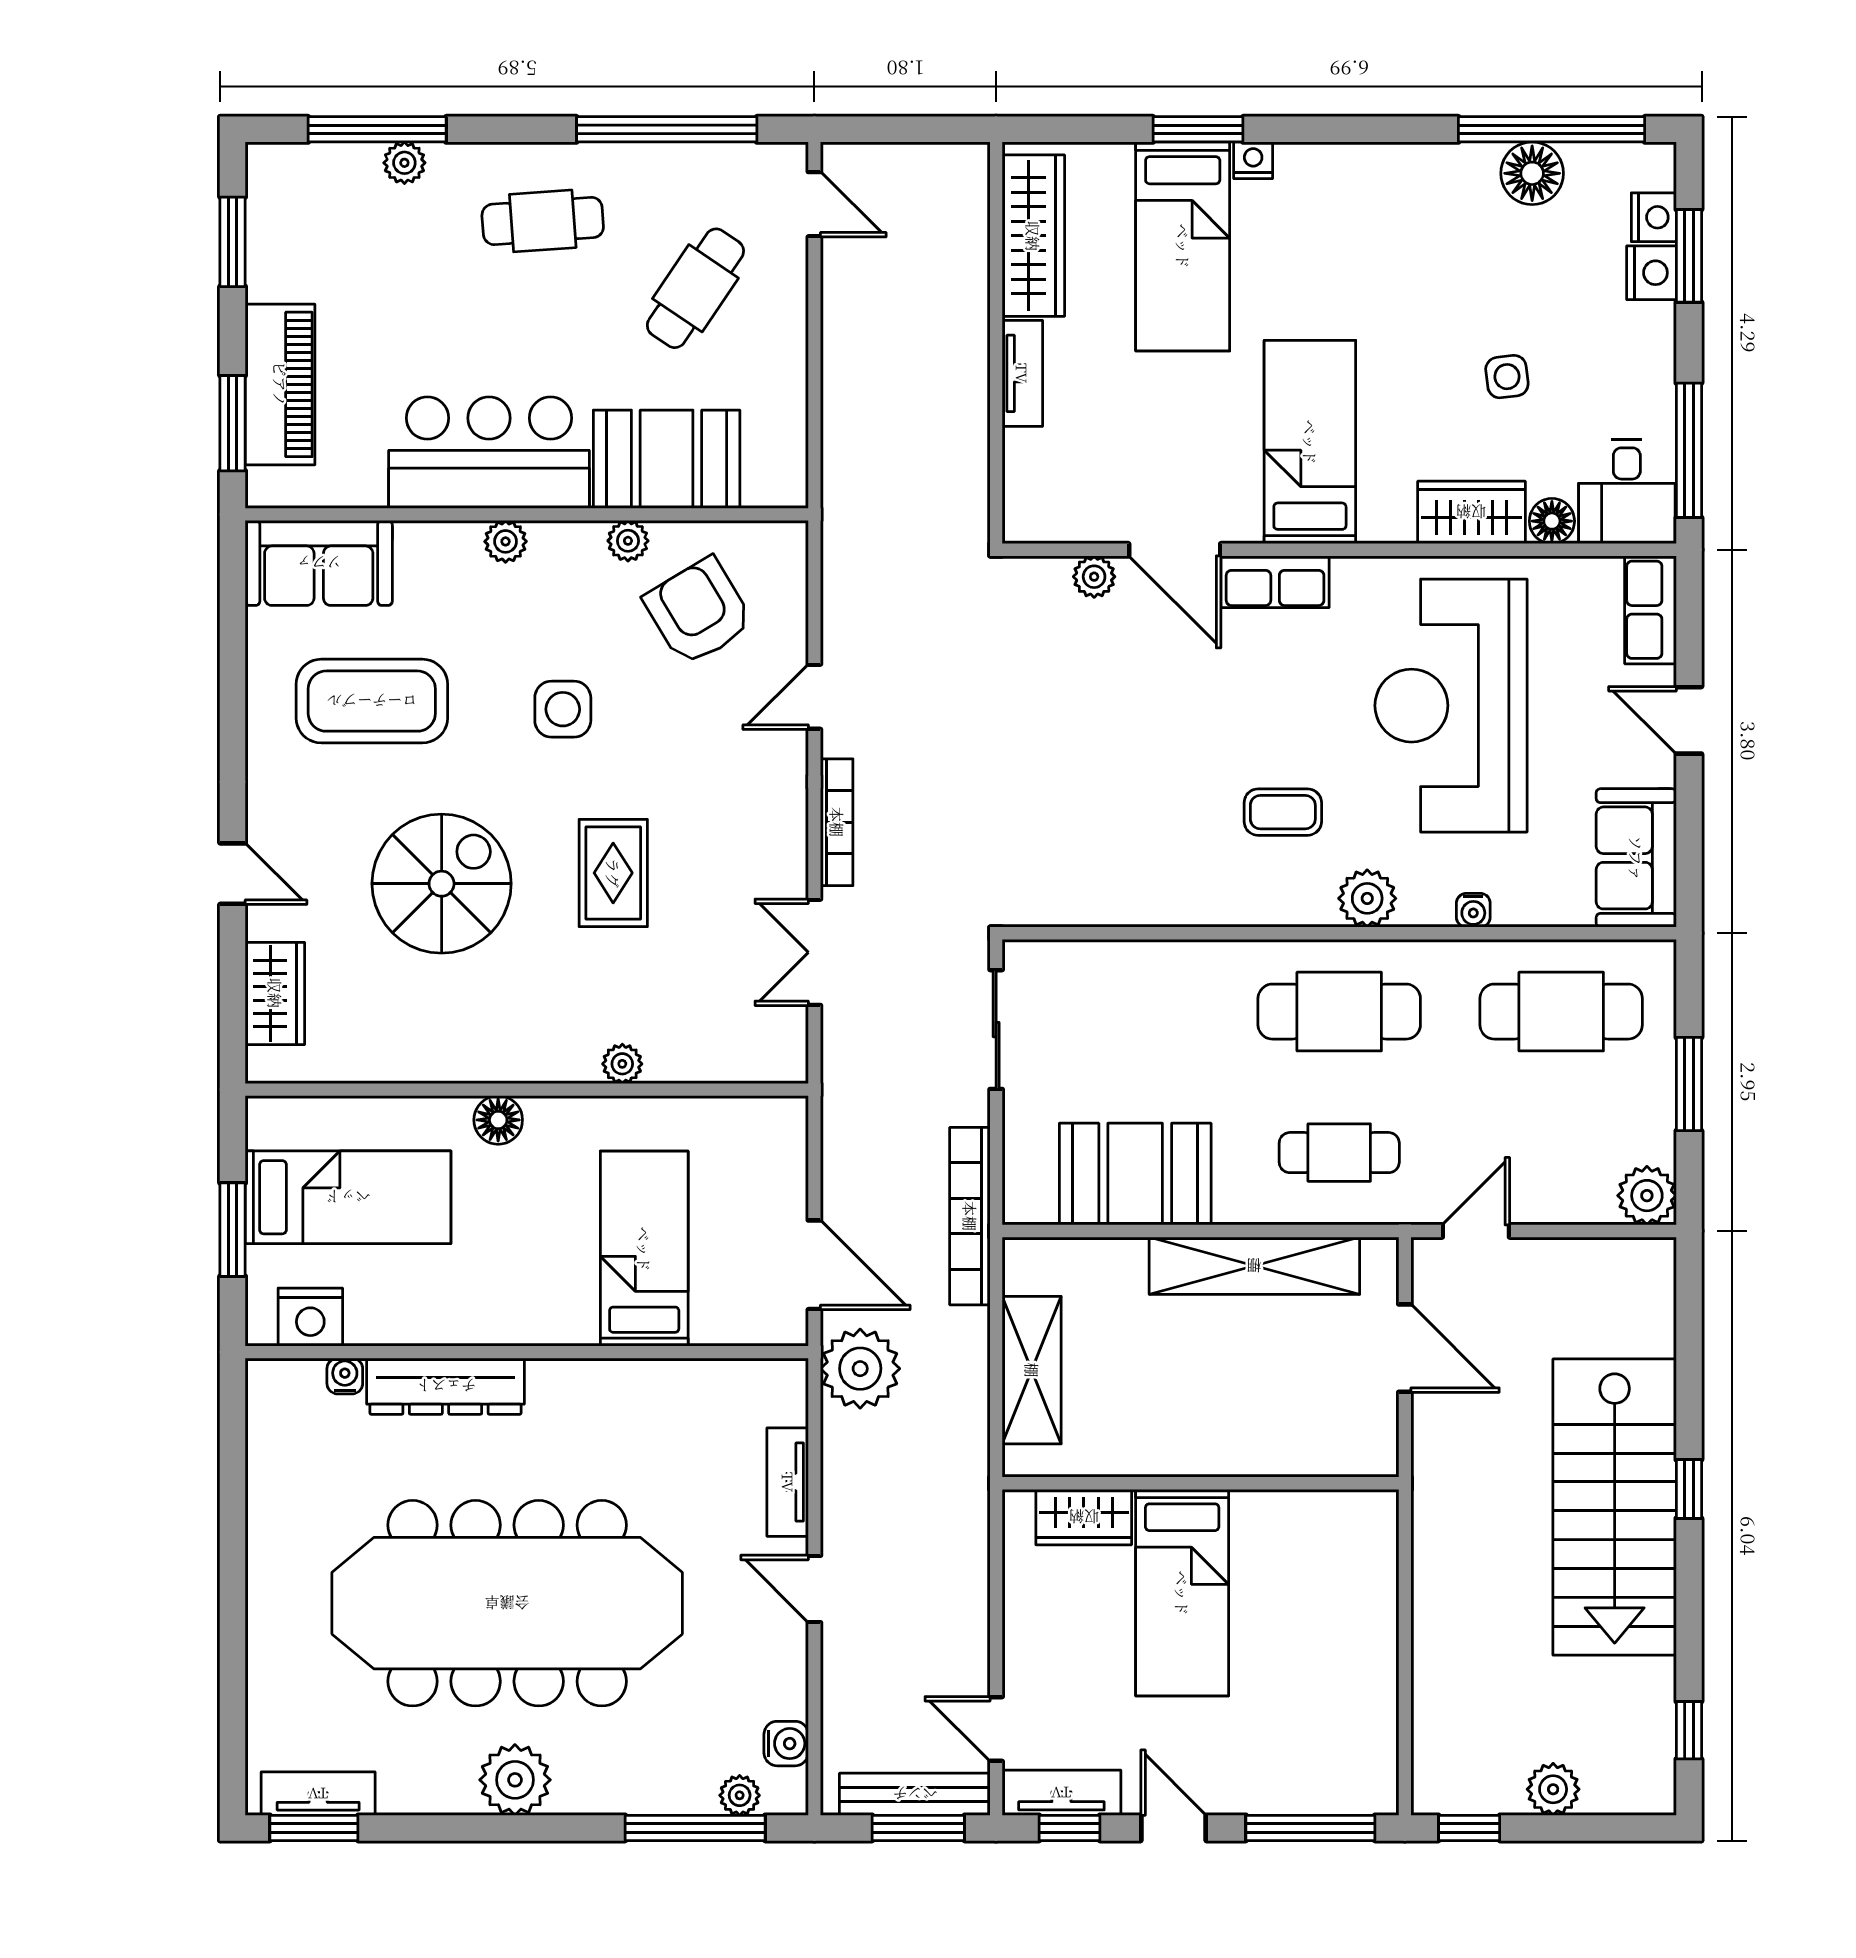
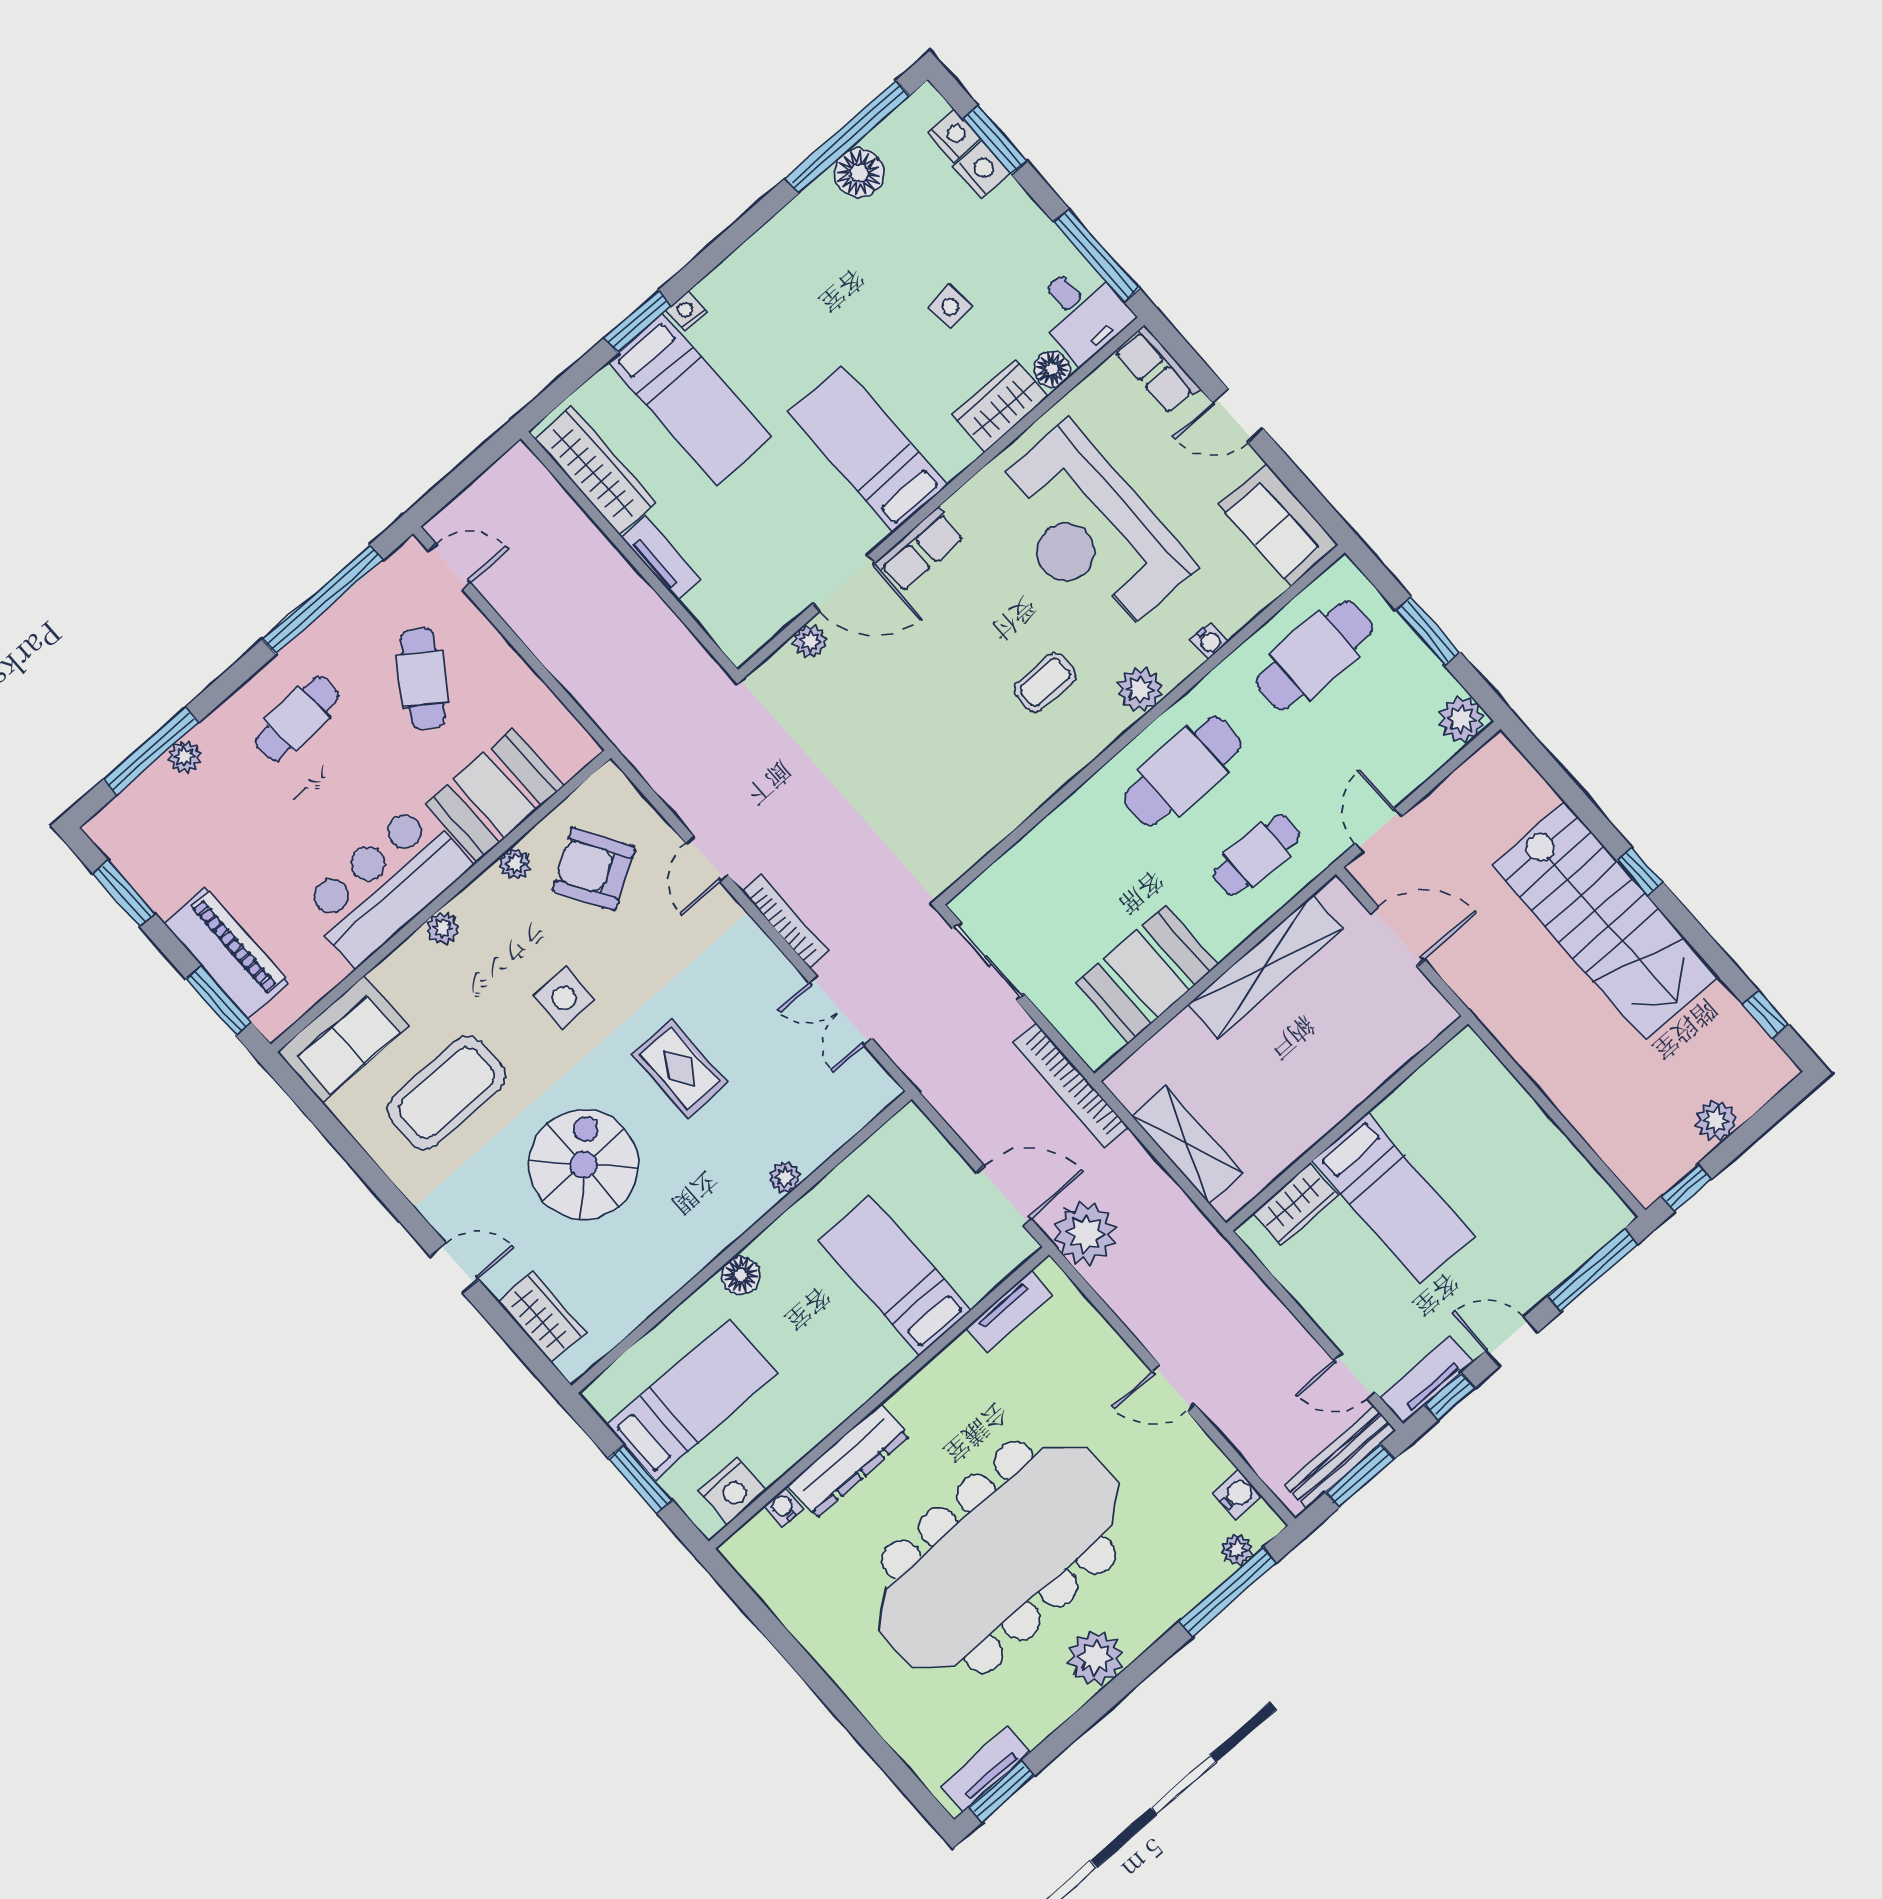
tv unit: (788, 1482) -> (1009, 1312), moved, turned -90

